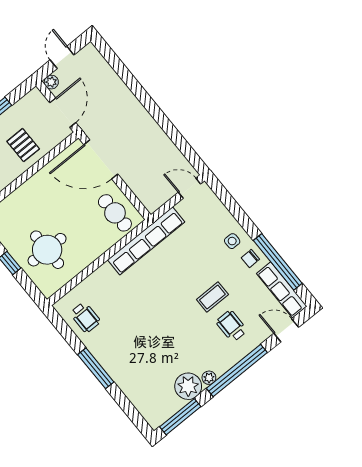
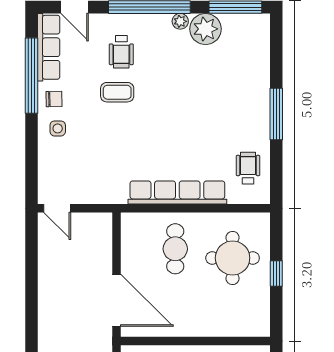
cafe table: (115, 213) -> (175, 249), moved
row of seats: (146, 241) -> (177, 192), moved

